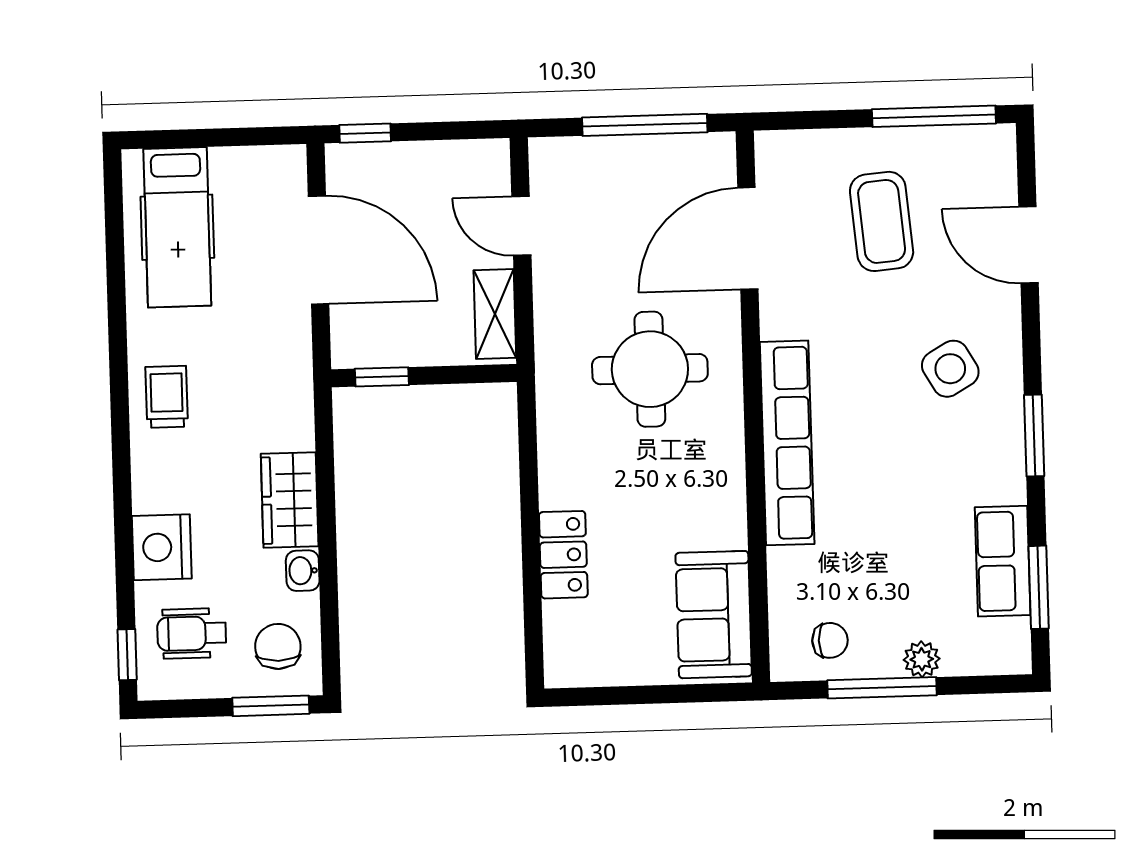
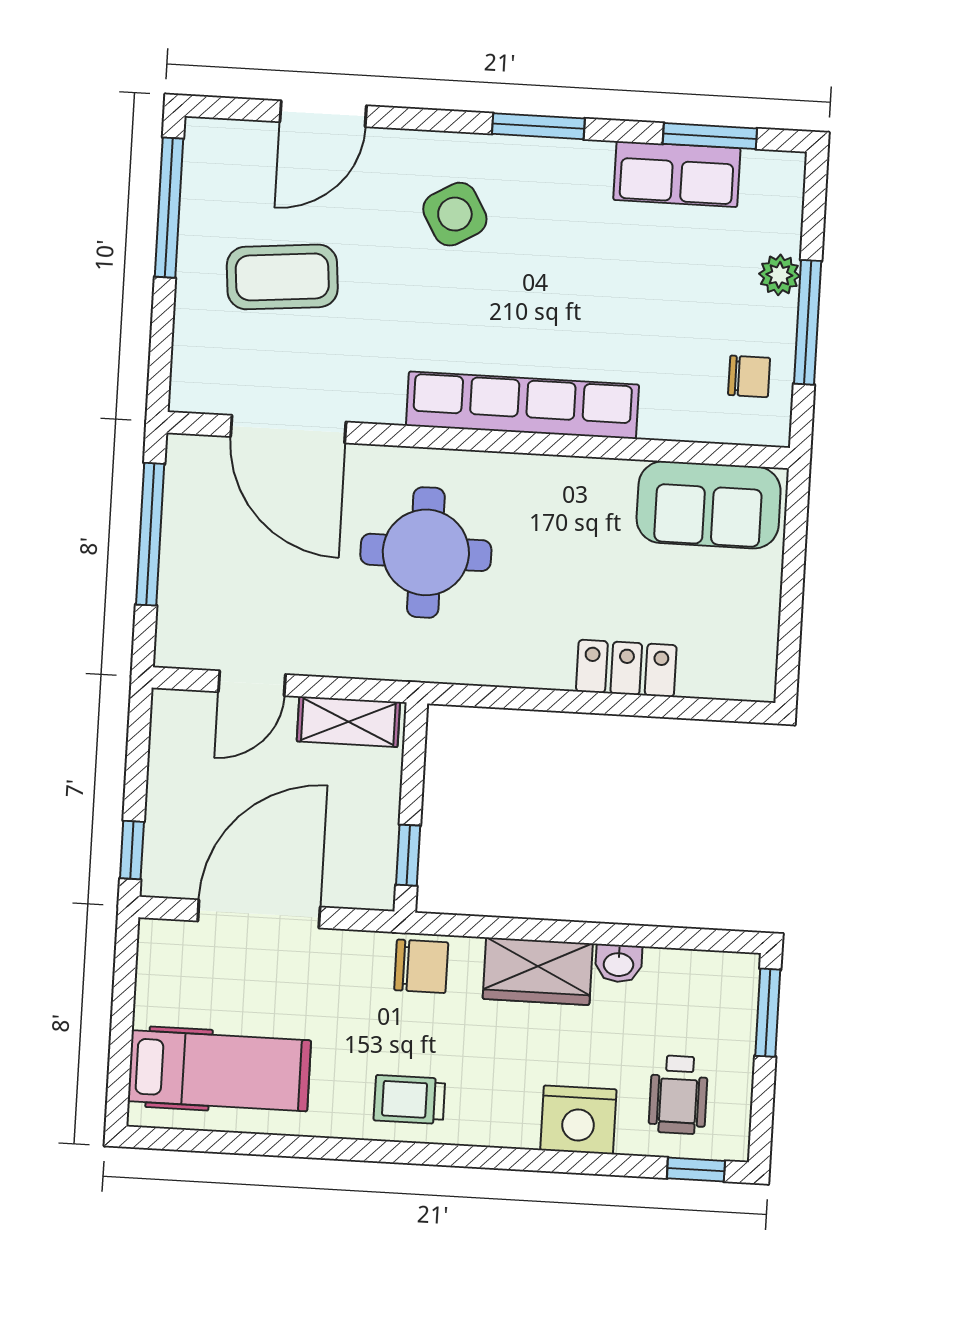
chair: (830, 640) -> (749, 376), turned 90
chair: (278, 646) -> (421, 966), moved, turned 180

